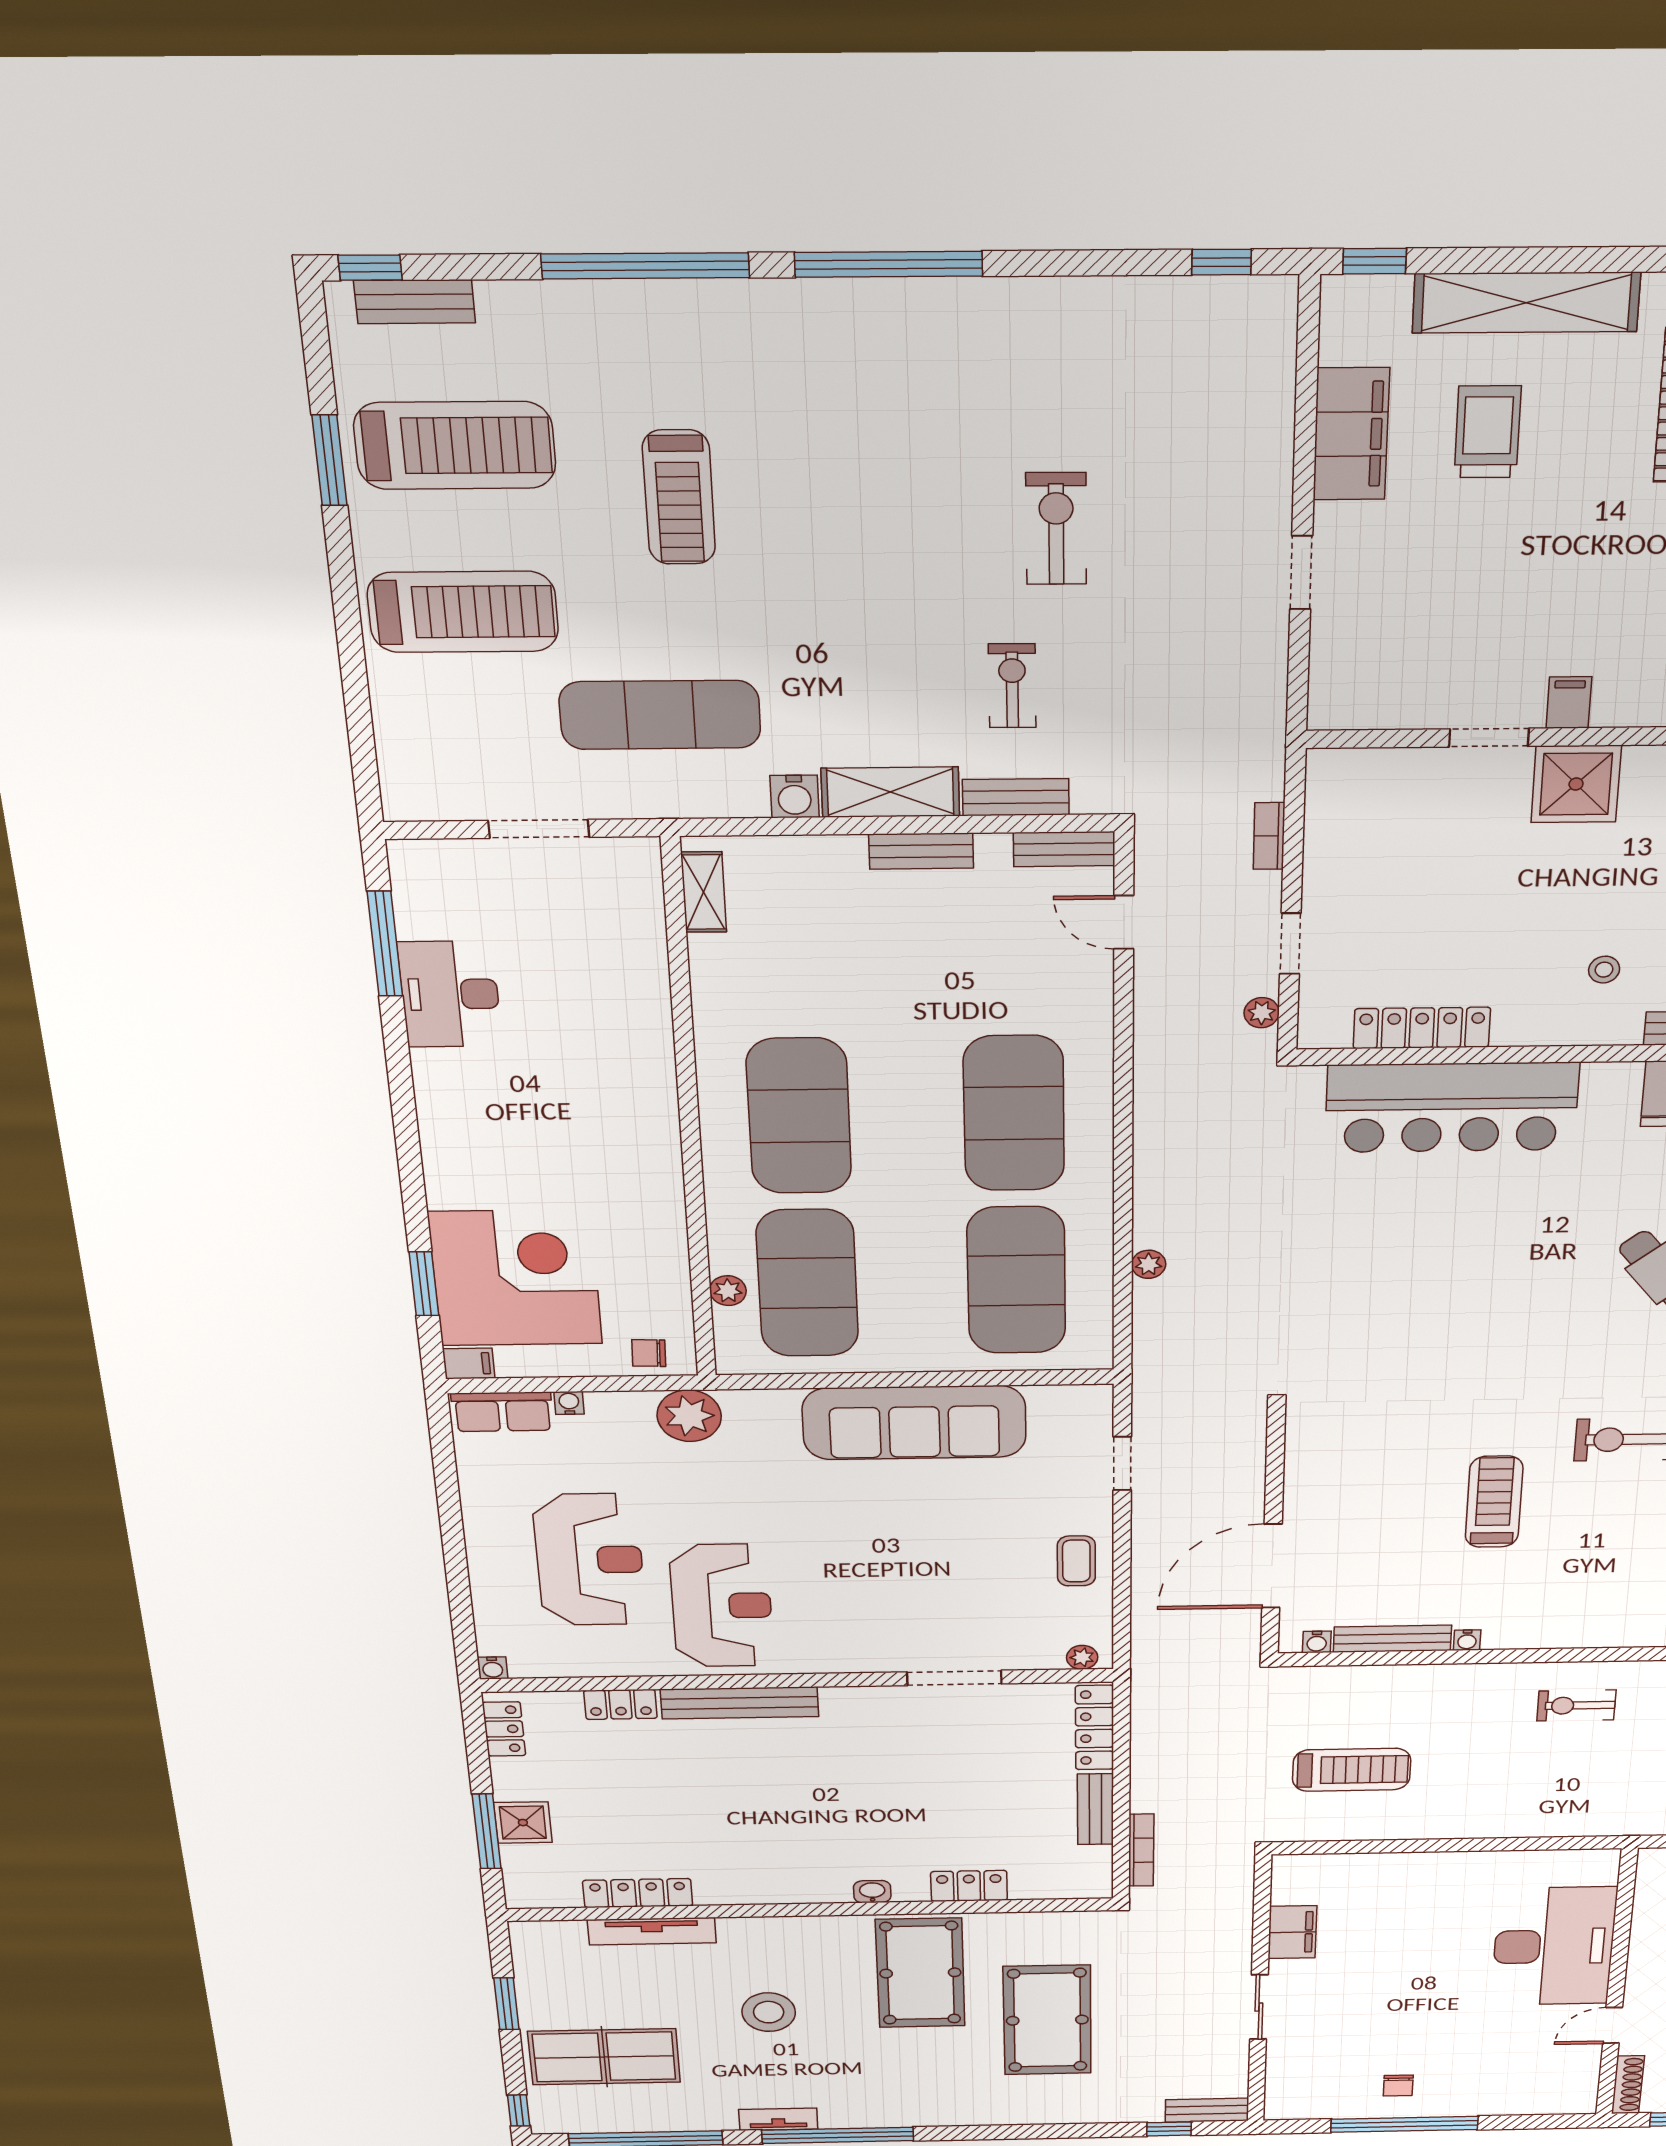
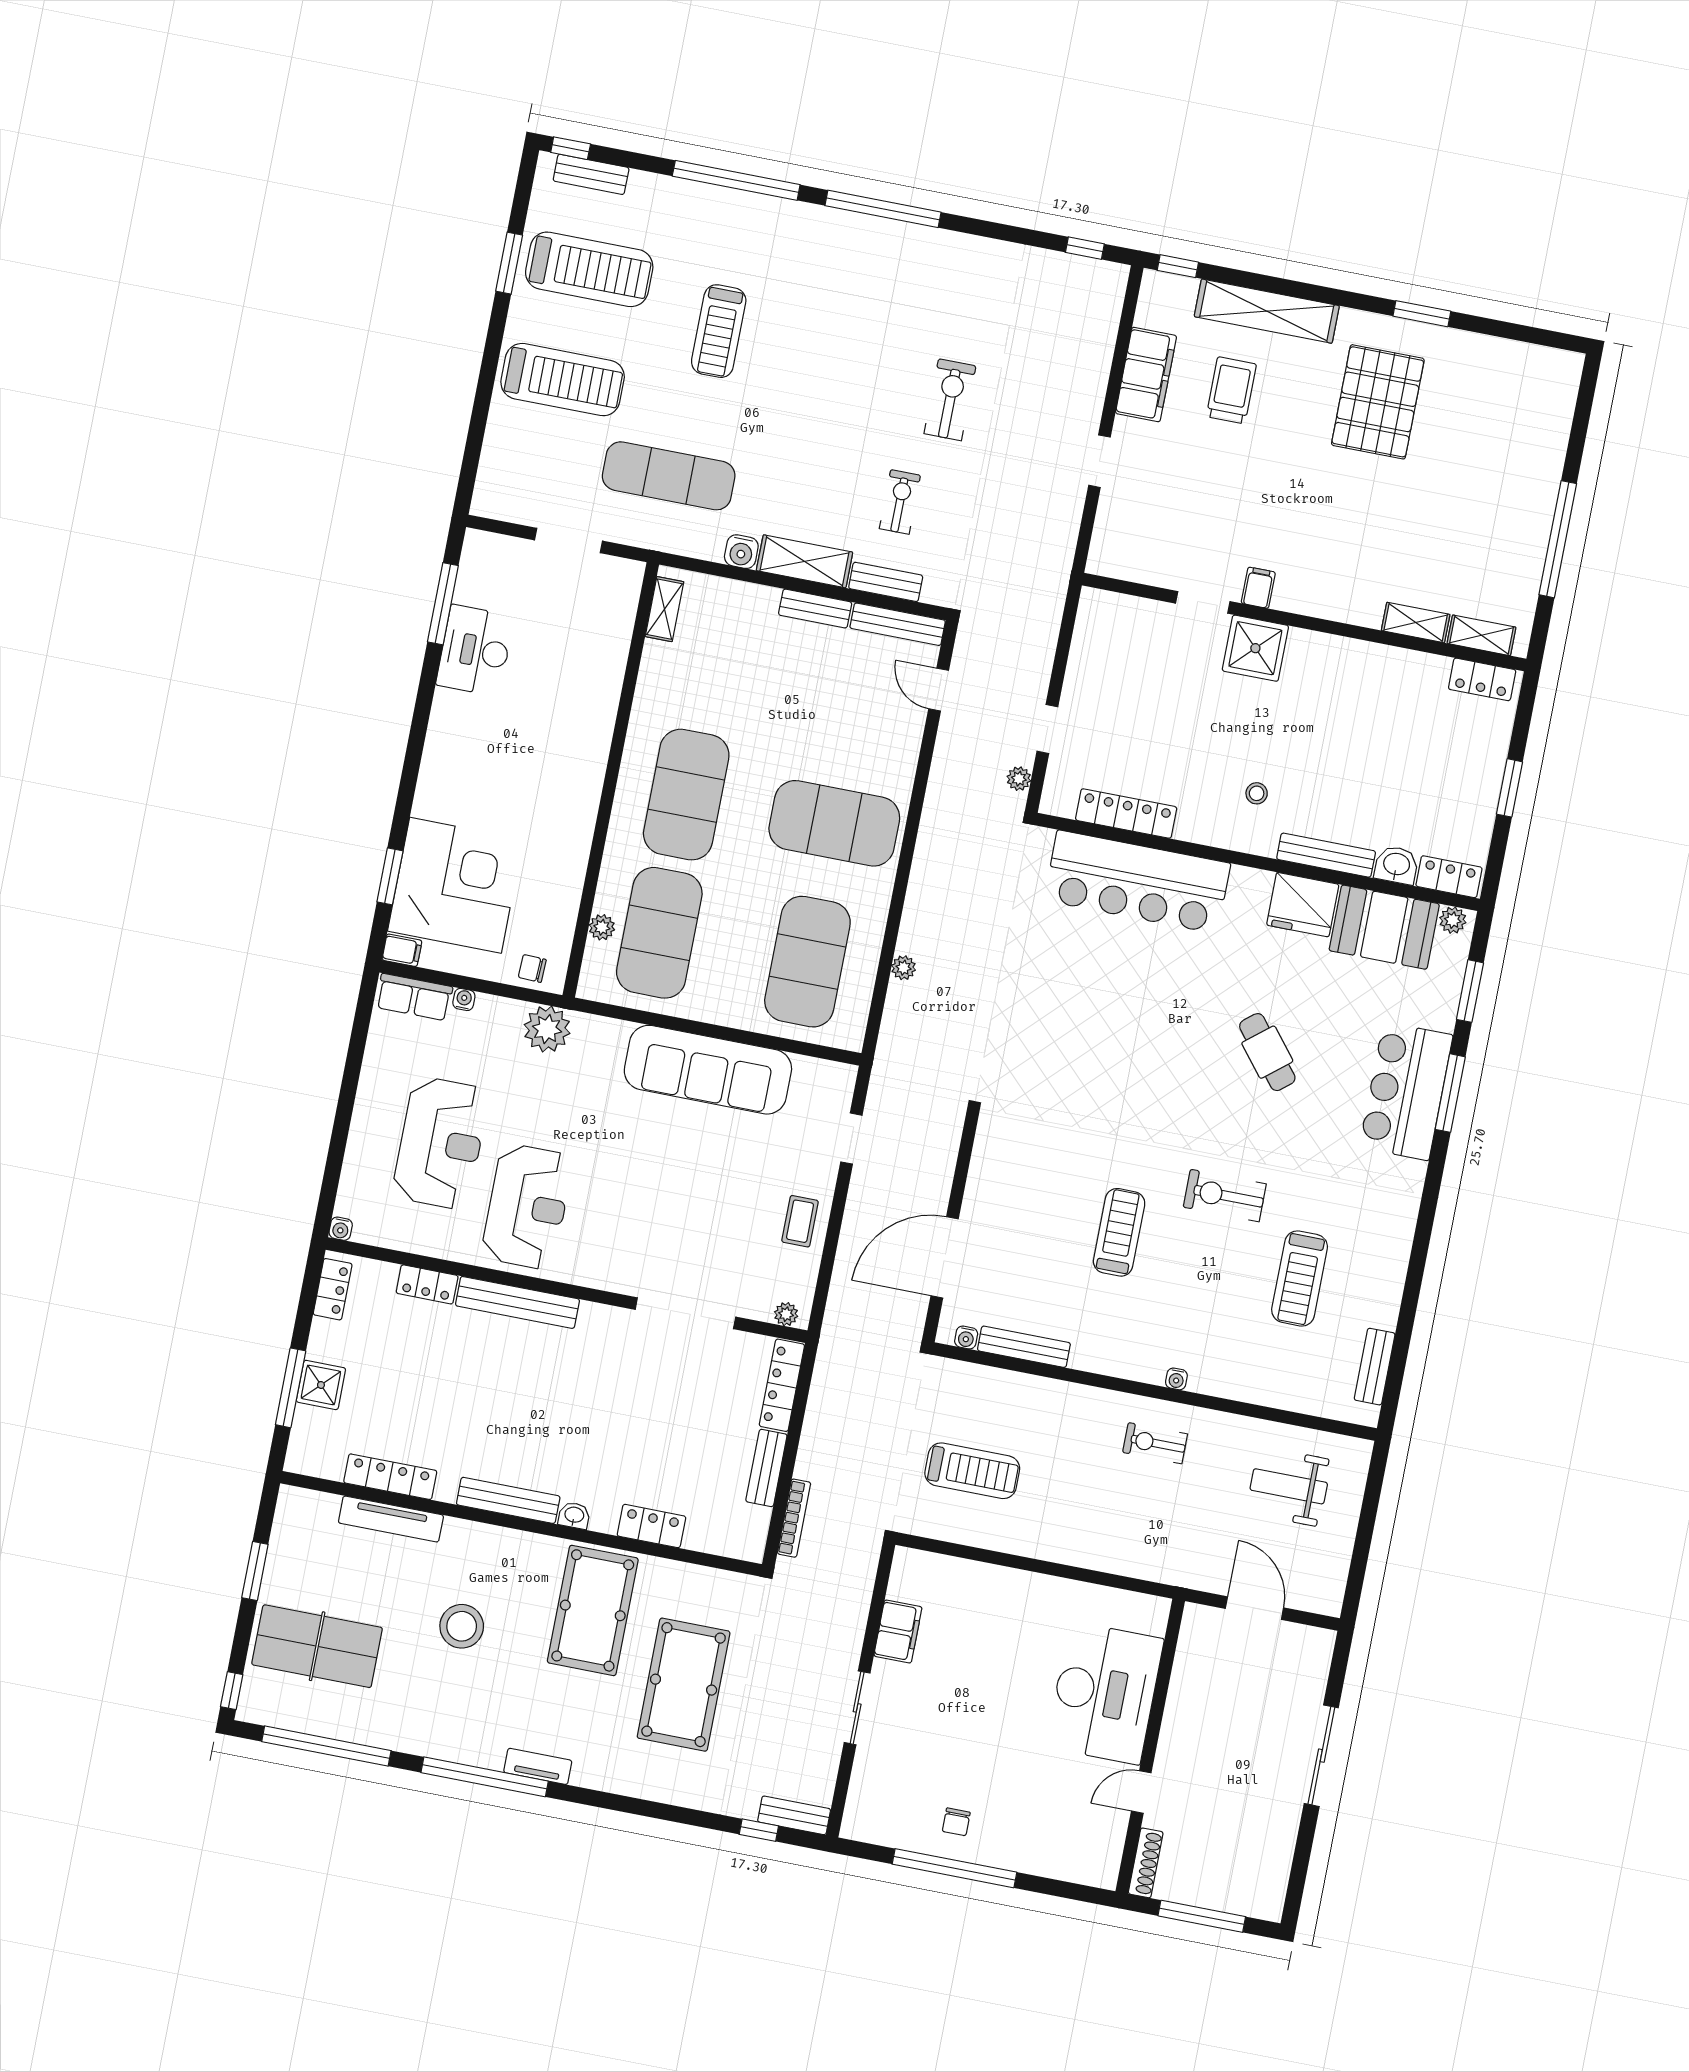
bookcase: (1269, 836) -> (1047, 645), removed
bench: (1064, 849) -> (898, 624), width x1.36
exercise mat: (1014, 1113) -> (834, 823), turned 90
water cooler: (1467, 1640) -> (1176, 1379), moved
doorway: (954, 1678) -> (685, 1313), width x1.36
bench: (788, 1891) -> (508, 1500), added
tv unit: (778, 2119) -> (538, 1766), moved

